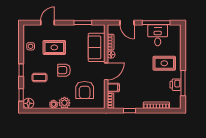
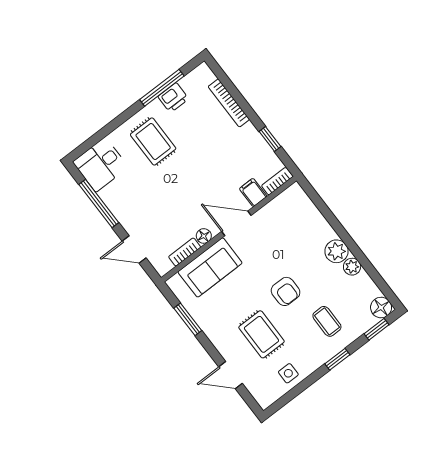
door: (127, 23) -> (134, 249), swing flipped
desk: (158, 35) -> (101, 165), moved
armchair: (85, 90) -> (292, 235), removed

